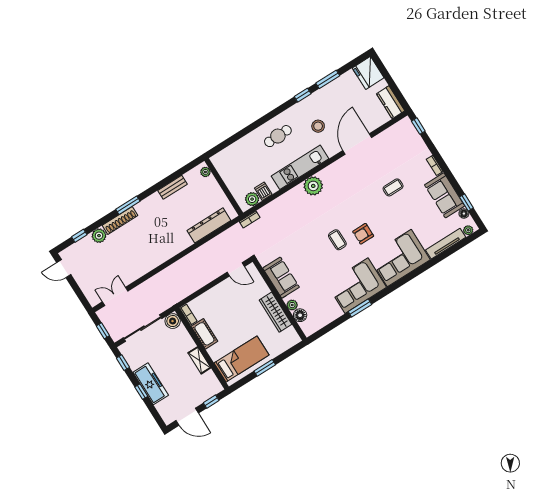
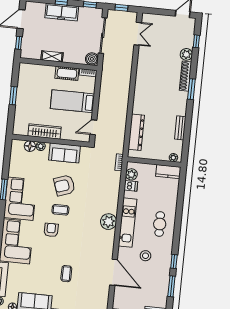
kitchen counter: (222, 166) -> (168, 172), added
armchair: (312, 254) -> (64, 185), added
bed: (241, 359) -> (72, 101), moved, turned 90

